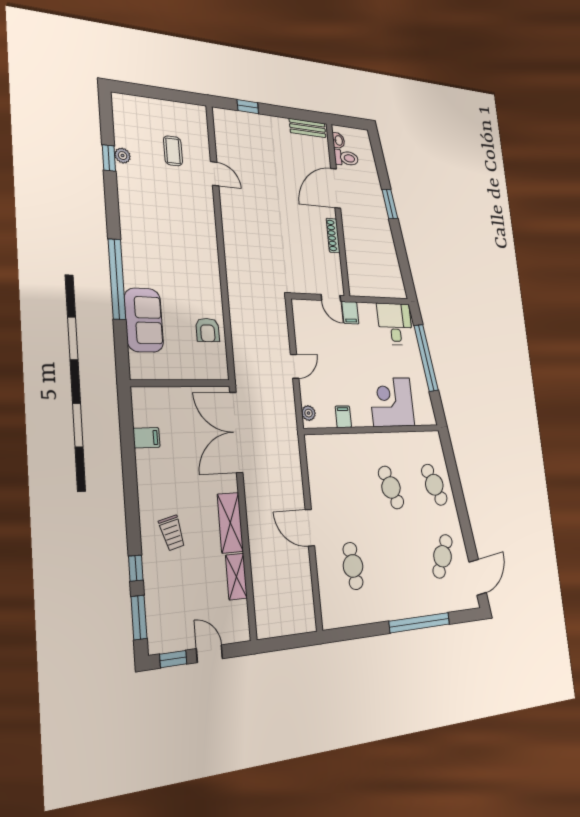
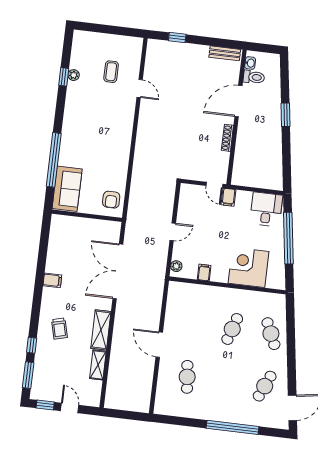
wall: (181, 383) -> (87, 216), moved
filing cabinet: (146, 438) -> (52, 280), moved
cafe table: (391, 487) -> (232, 329), turned 39

